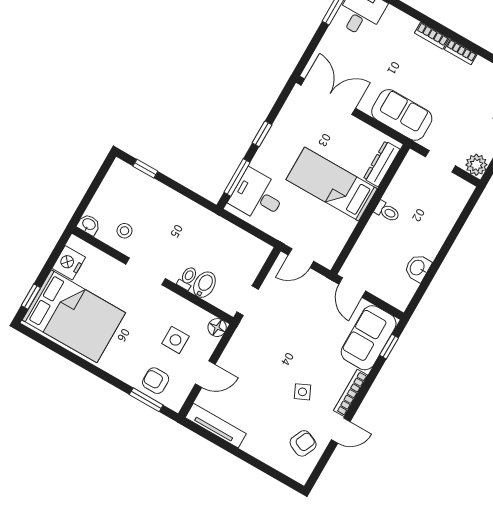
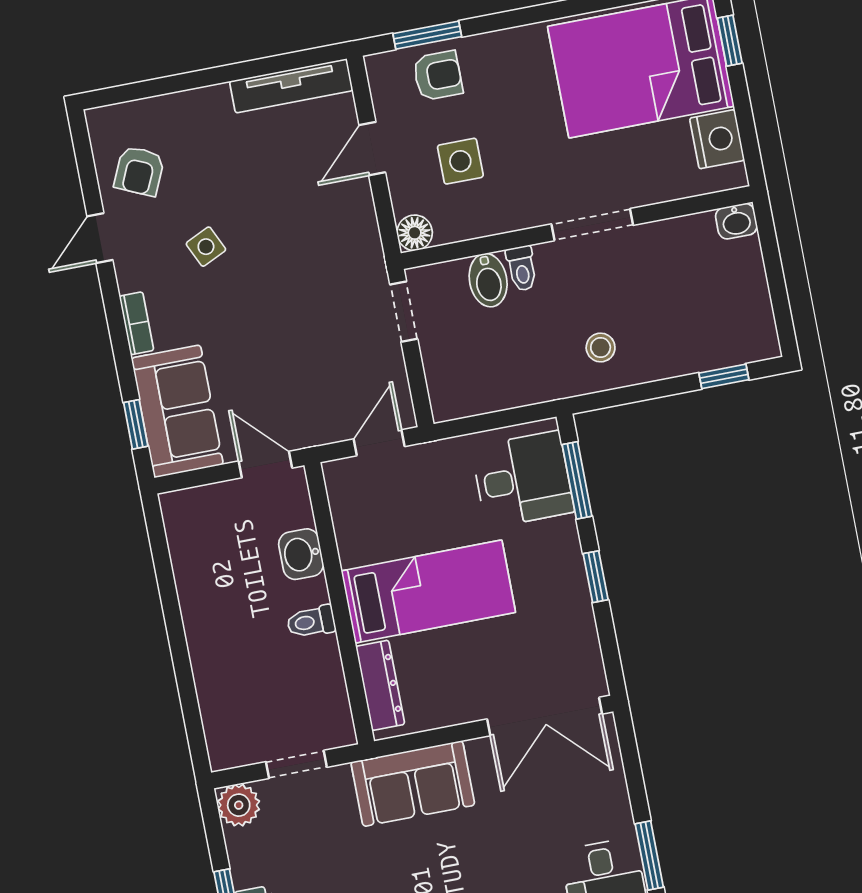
stool: (124, 231) -> (601, 347), moved
washbasin: (418, 268) -> (301, 554), moved, turned 180
bookcase: (351, 393) -> (137, 323), width x0.64

